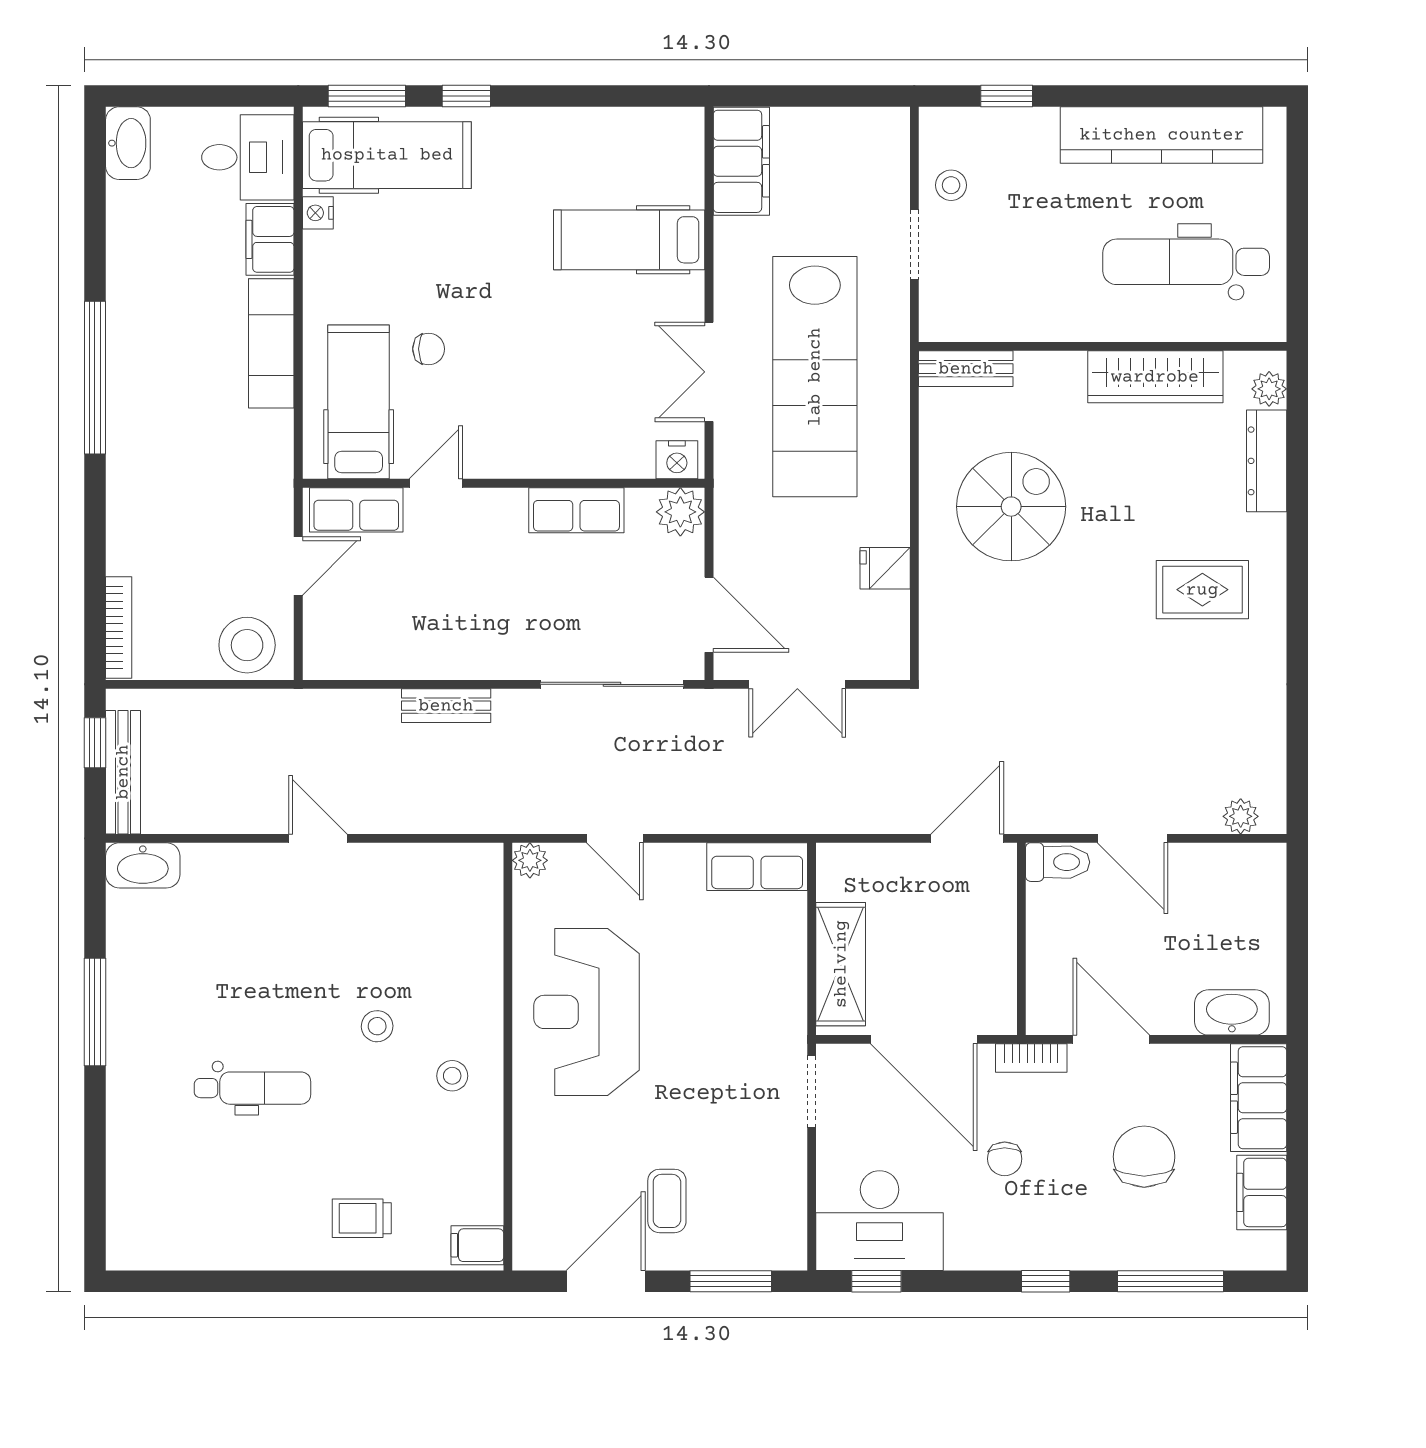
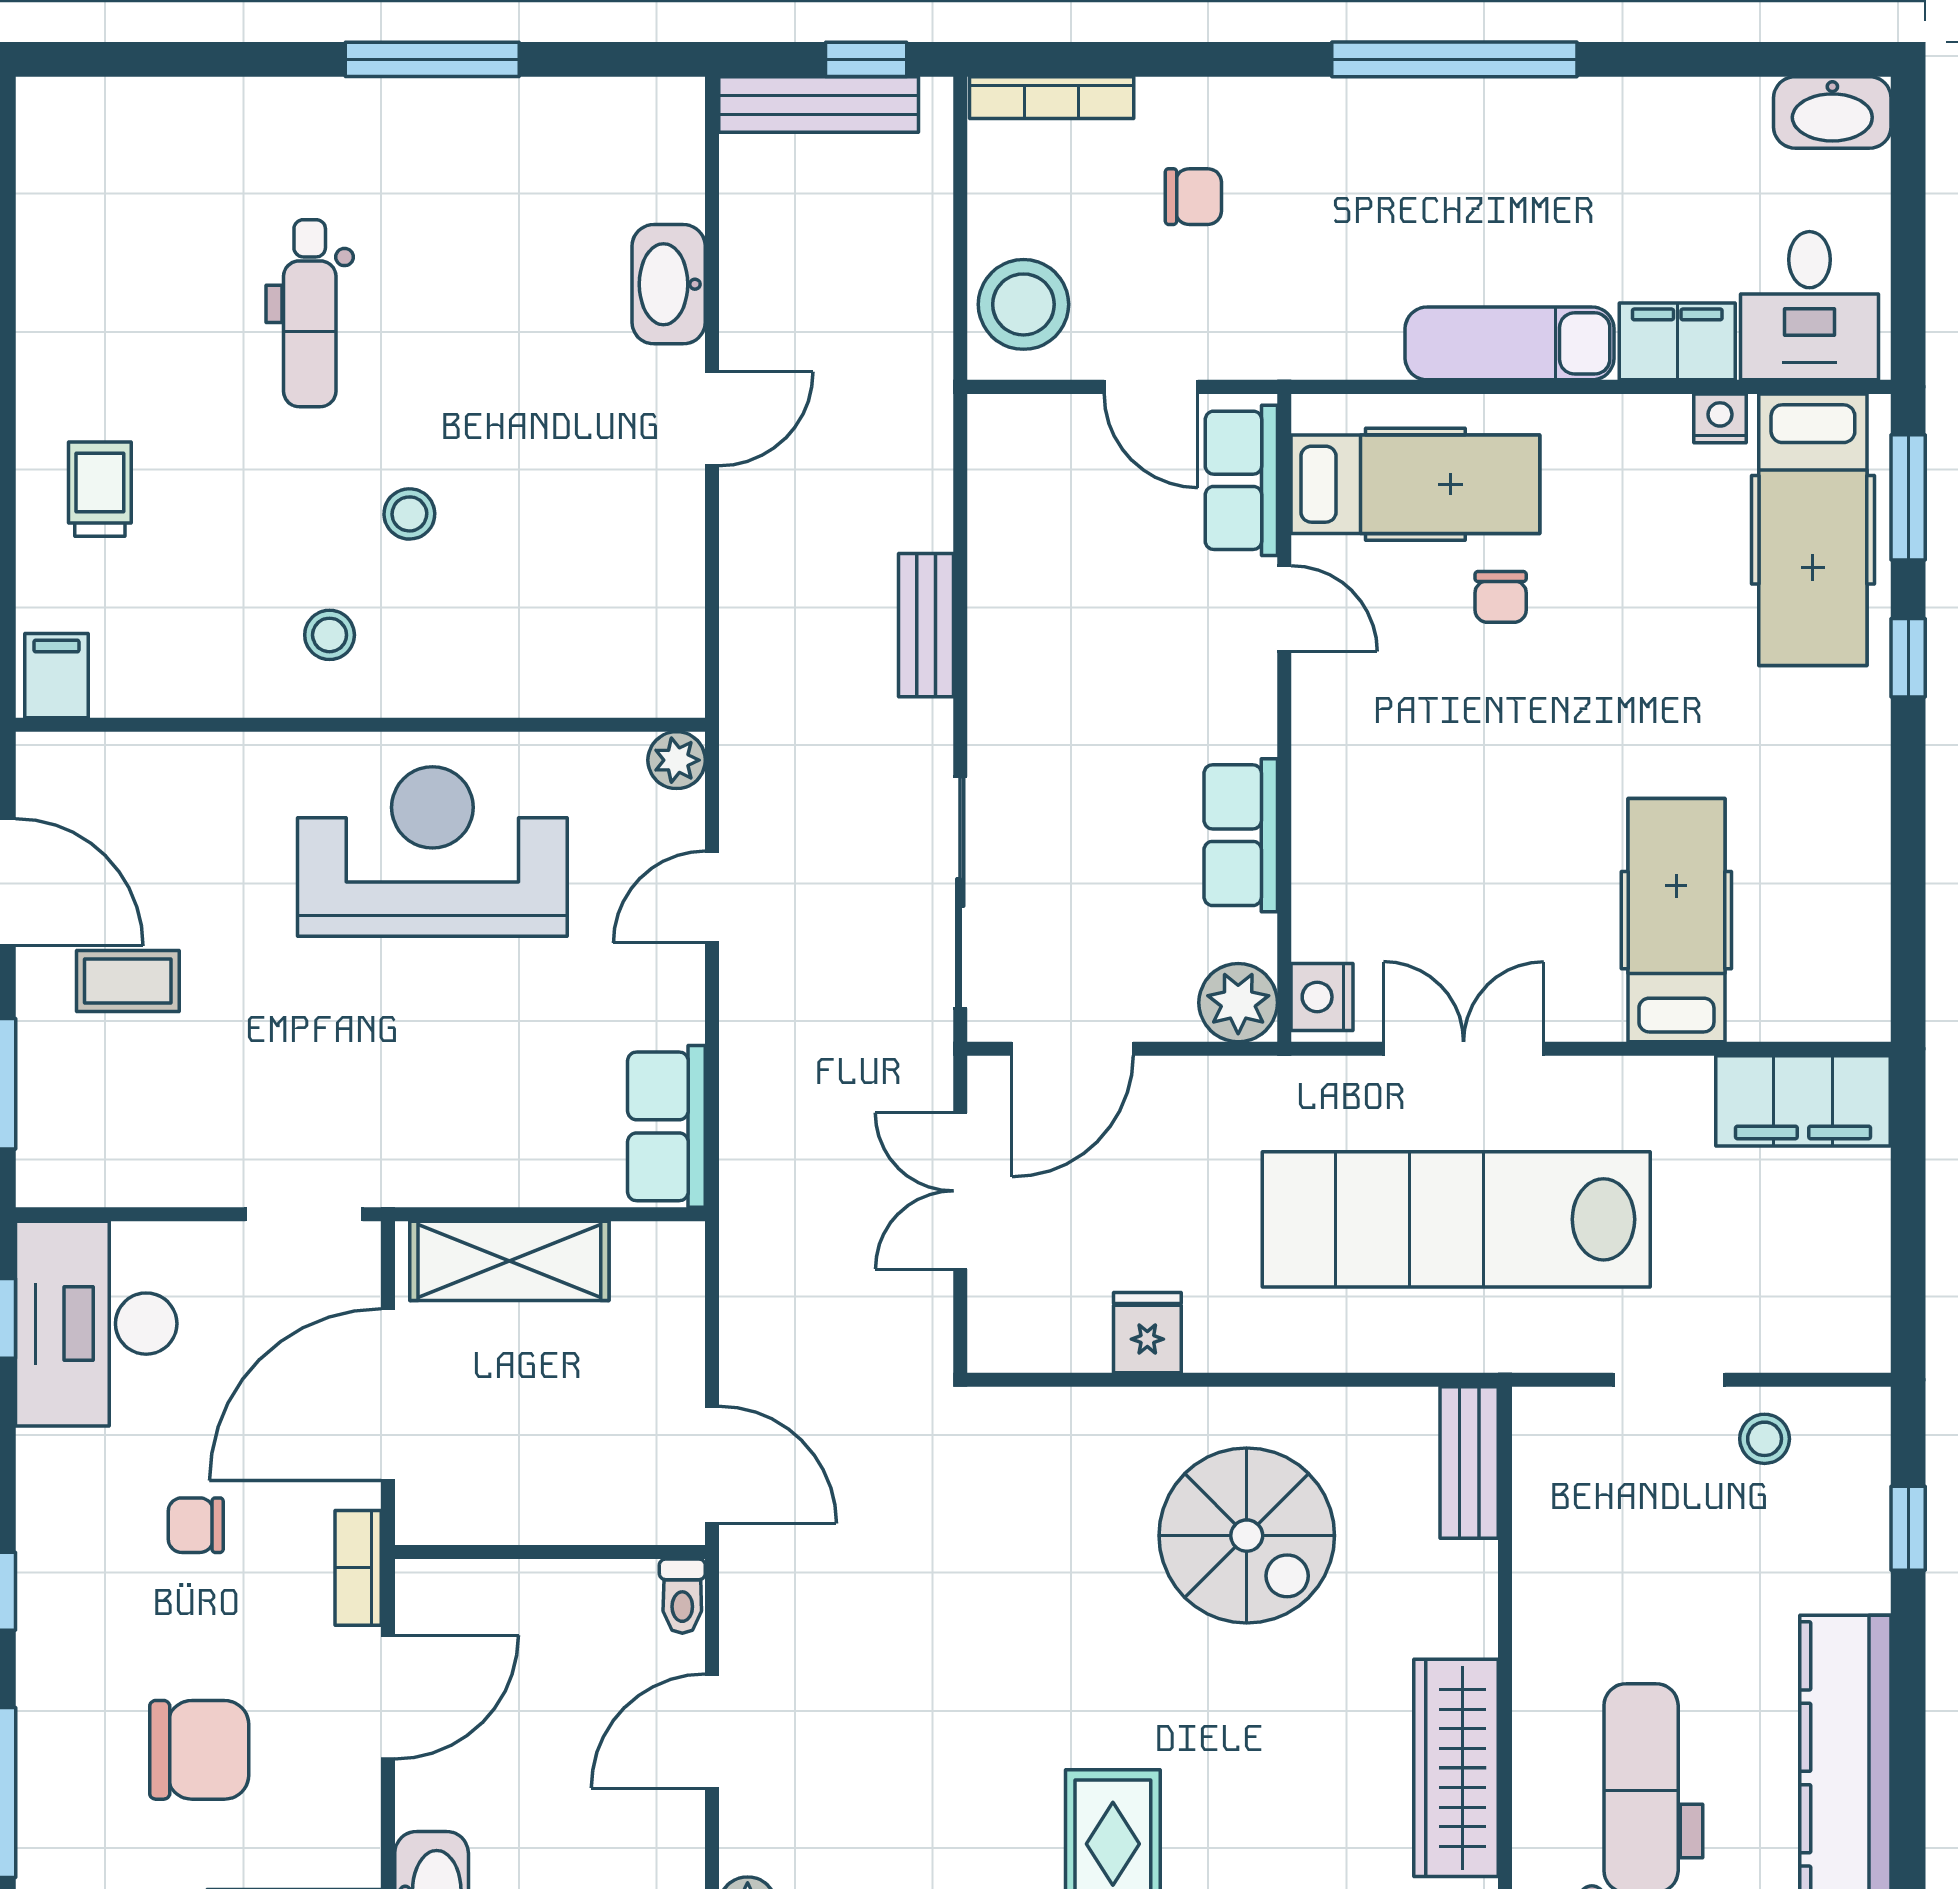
chair: (180, 540) -> (1193, 197), added
toilet: (1058, 862) -> (682, 1596), width x0.73, depth x0.72
washbasin: (143, 865) -> (669, 284), moved

